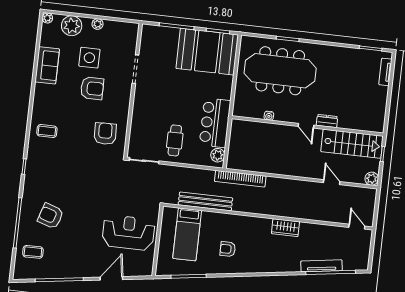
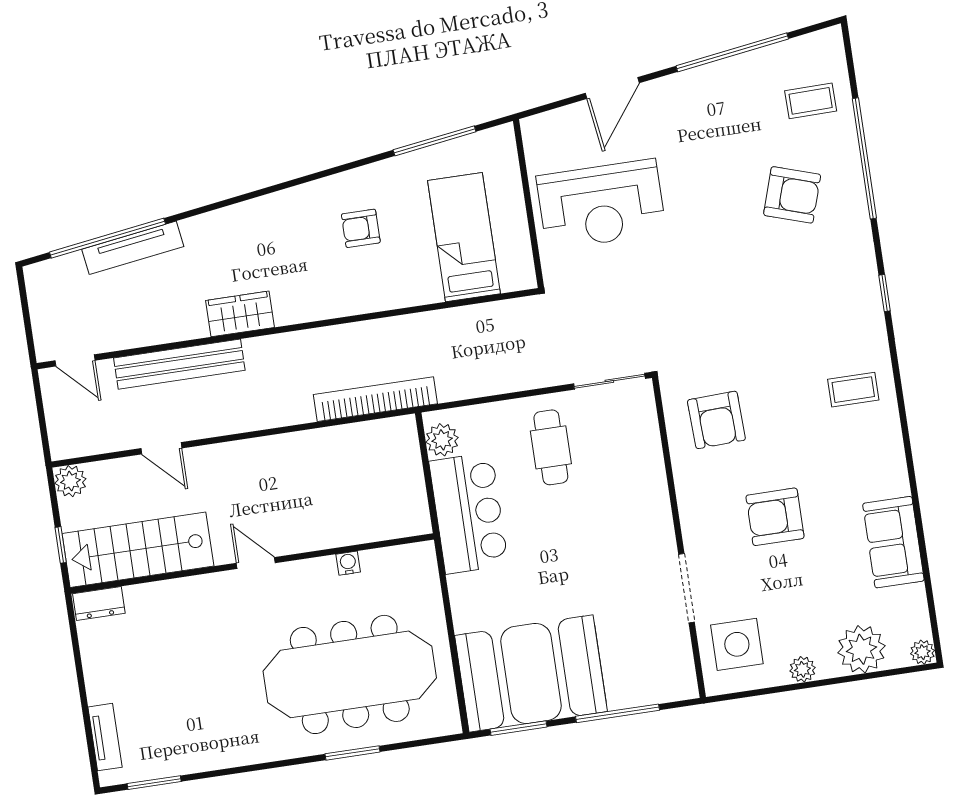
side table: (89, 58) -> (737, 644), moved
dresser: (327, 121) -> (99, 603), moved
bench: (205, 201) -> (179, 364), moved
armchair: (228, 249) -> (361, 228), turned 180

